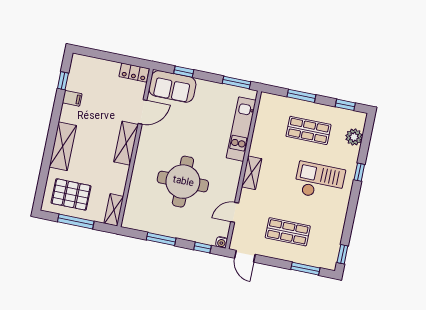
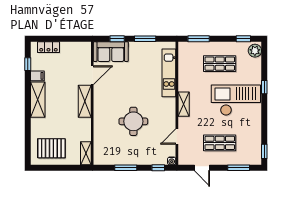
locker: (134, 73) -> (48, 47), moved
window: (236, 82) -> (145, 39), moved
window: (301, 96) -> (199, 39), moved
plant: (354, 137) -> (255, 51), moved
shelving: (63, 146) -> (38, 100), moved
checkout: (319, 181) -> (236, 100), width x1.36, depth x1.21
round table: (183, 182) -> (133, 121), width x0.73, depth x0.73
window: (76, 222) -> (59, 168), removed
door: (245, 256) -> (202, 168), moved

